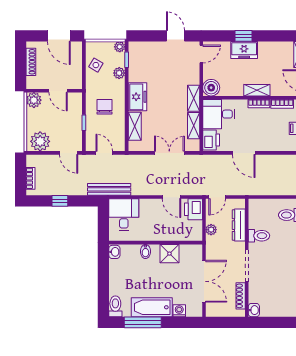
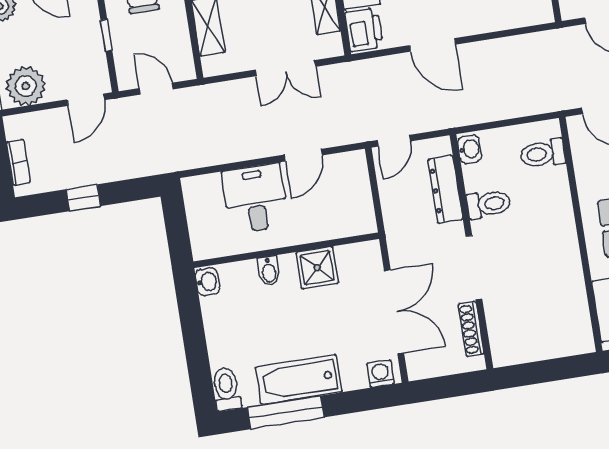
door: (69, 153) -> (86, 100), hinge flipped
double door: (169, 153) -> (285, 68), swing flipped
bench: (109, 189) -> (177, 159), removed
door: (171, 197) -> (303, 155), hinge flipped
printer: (194, 209) -> (351, 172), removed
desk: (124, 215) -> (255, 198), moved
plant: (211, 230) -> (392, 207), removed
washbasin: (254, 310) -> (470, 149), moved
washing machine: (179, 311) -> (380, 374), moved

